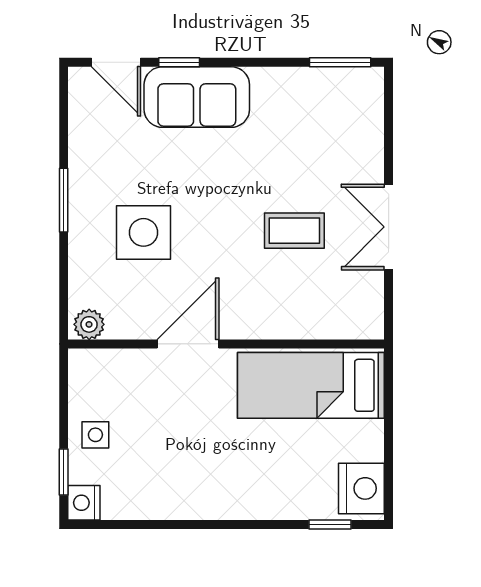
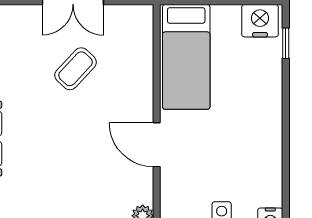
coffee table: (294, 231) -> (76, 69), turned 43
side table: (143, 232) -> (77, 177), removed

